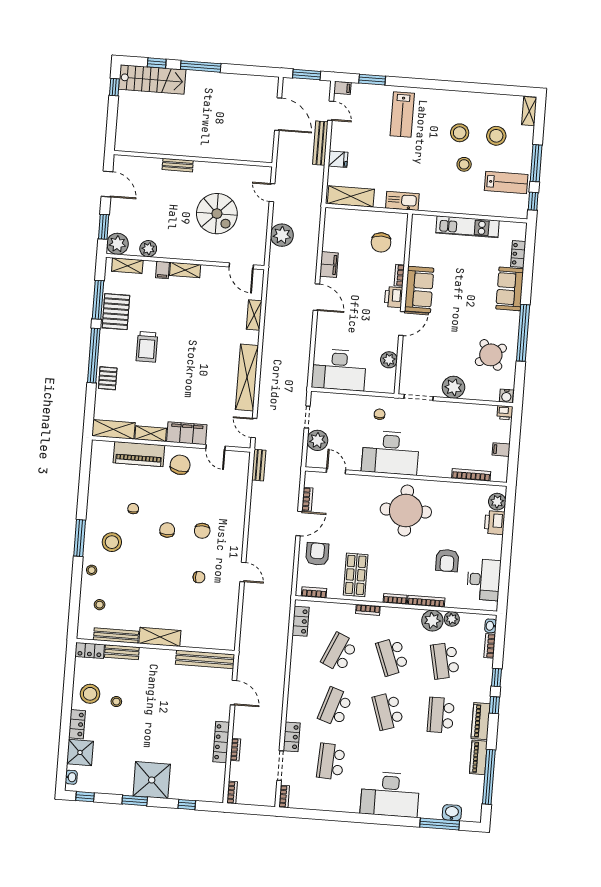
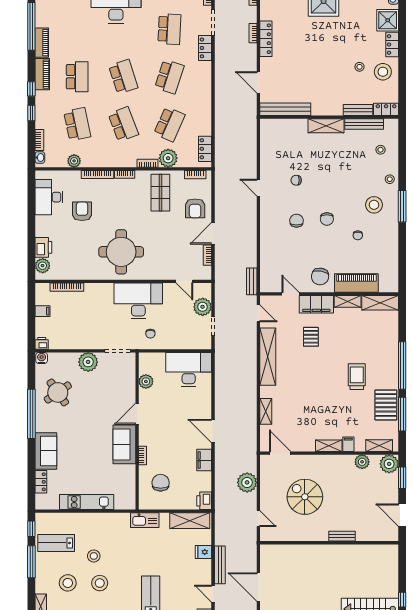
printer: (394, 297) -> (204, 501), moved, turned 180
pallet: (108, 378) -> (311, 337), moved
plant: (432, 621) -> (168, 158), moved

